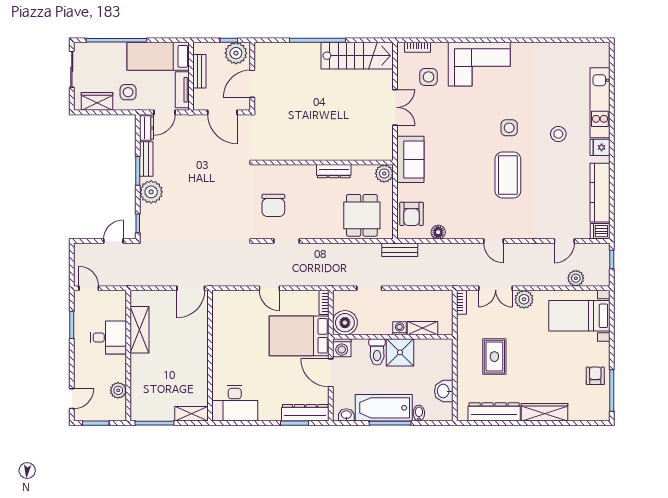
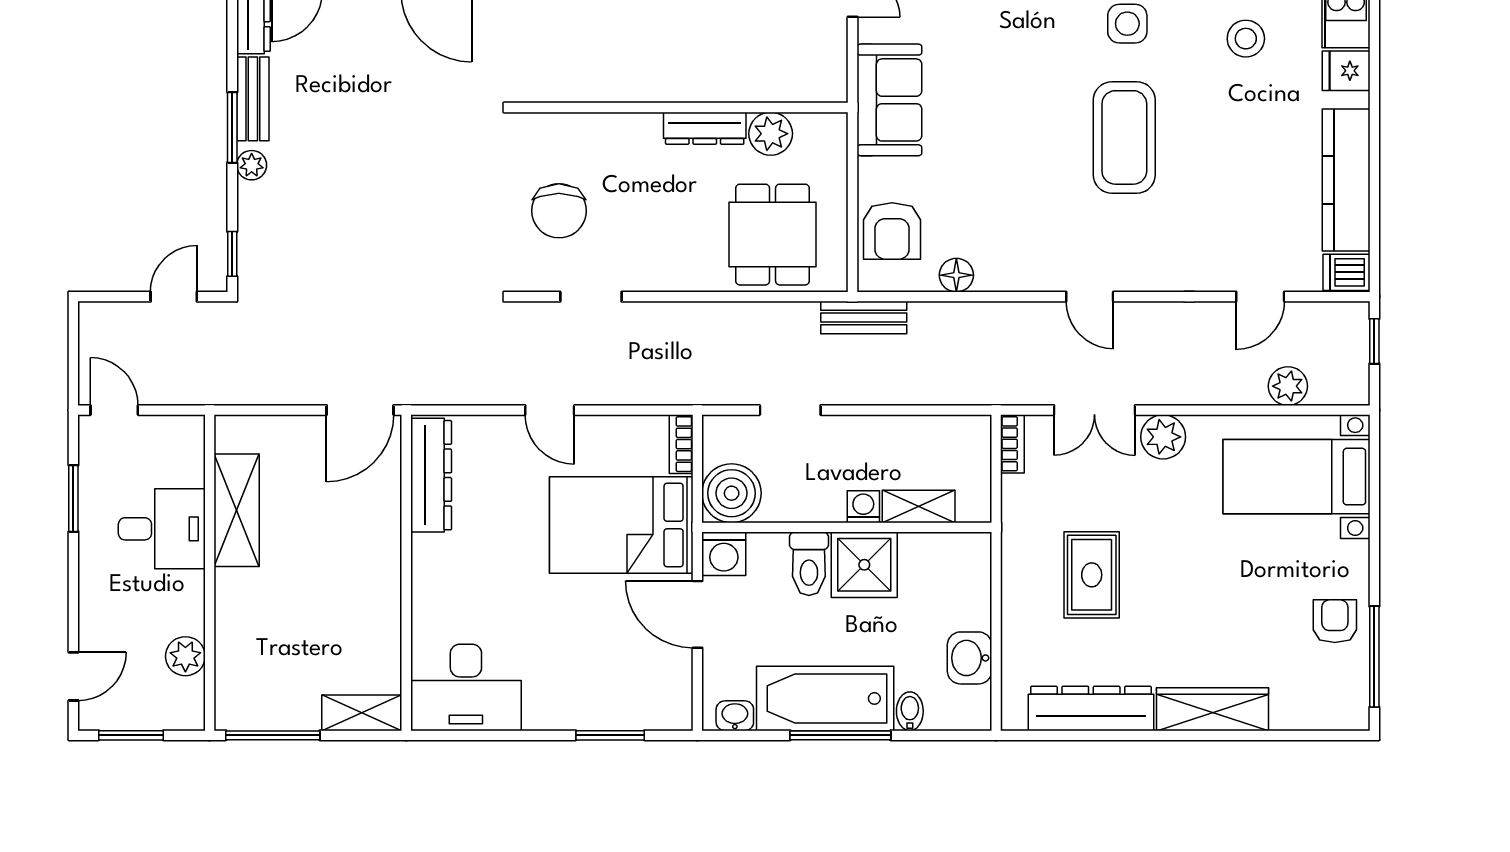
plant: (384, 173) -> (771, 134), moved
plant: (151, 192) -> (252, 165), width x0.53, depth x0.53
dresser: (305, 413) -> (431, 475), moved, turned 90

